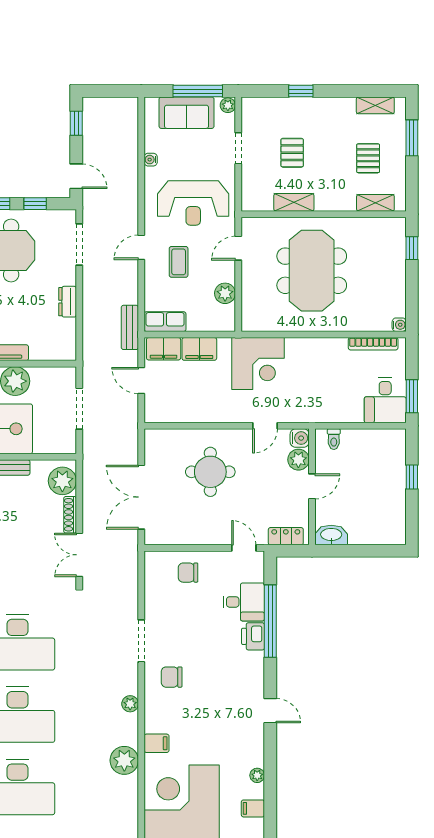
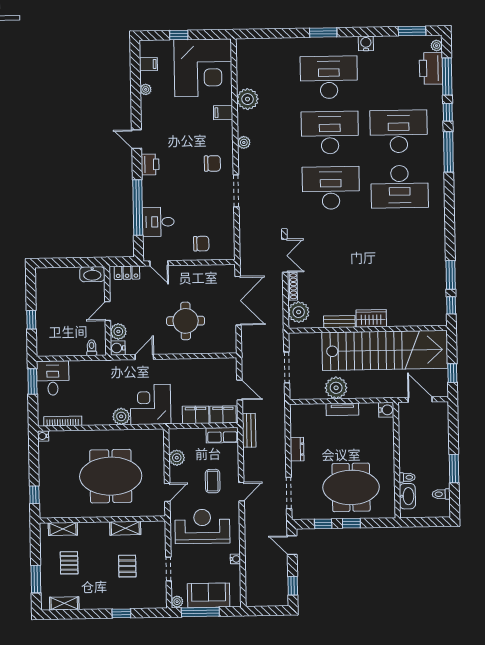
meeting table: (312, 271) -> (111, 476), turned 90
plant: (297, 348) -> (121, 416), added
printer: (253, 636) -> (150, 164), moved

